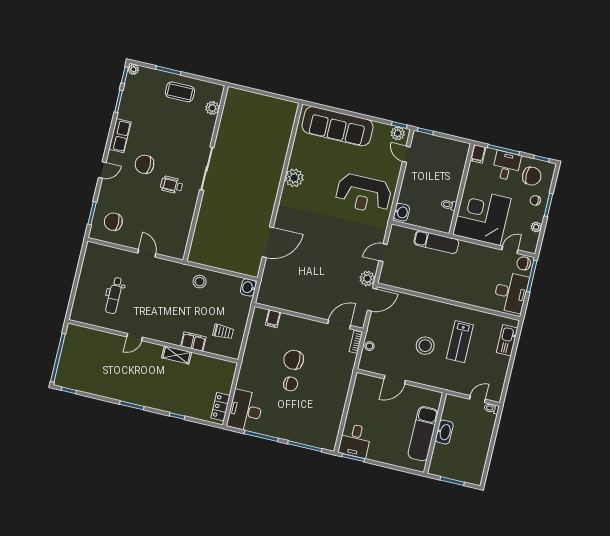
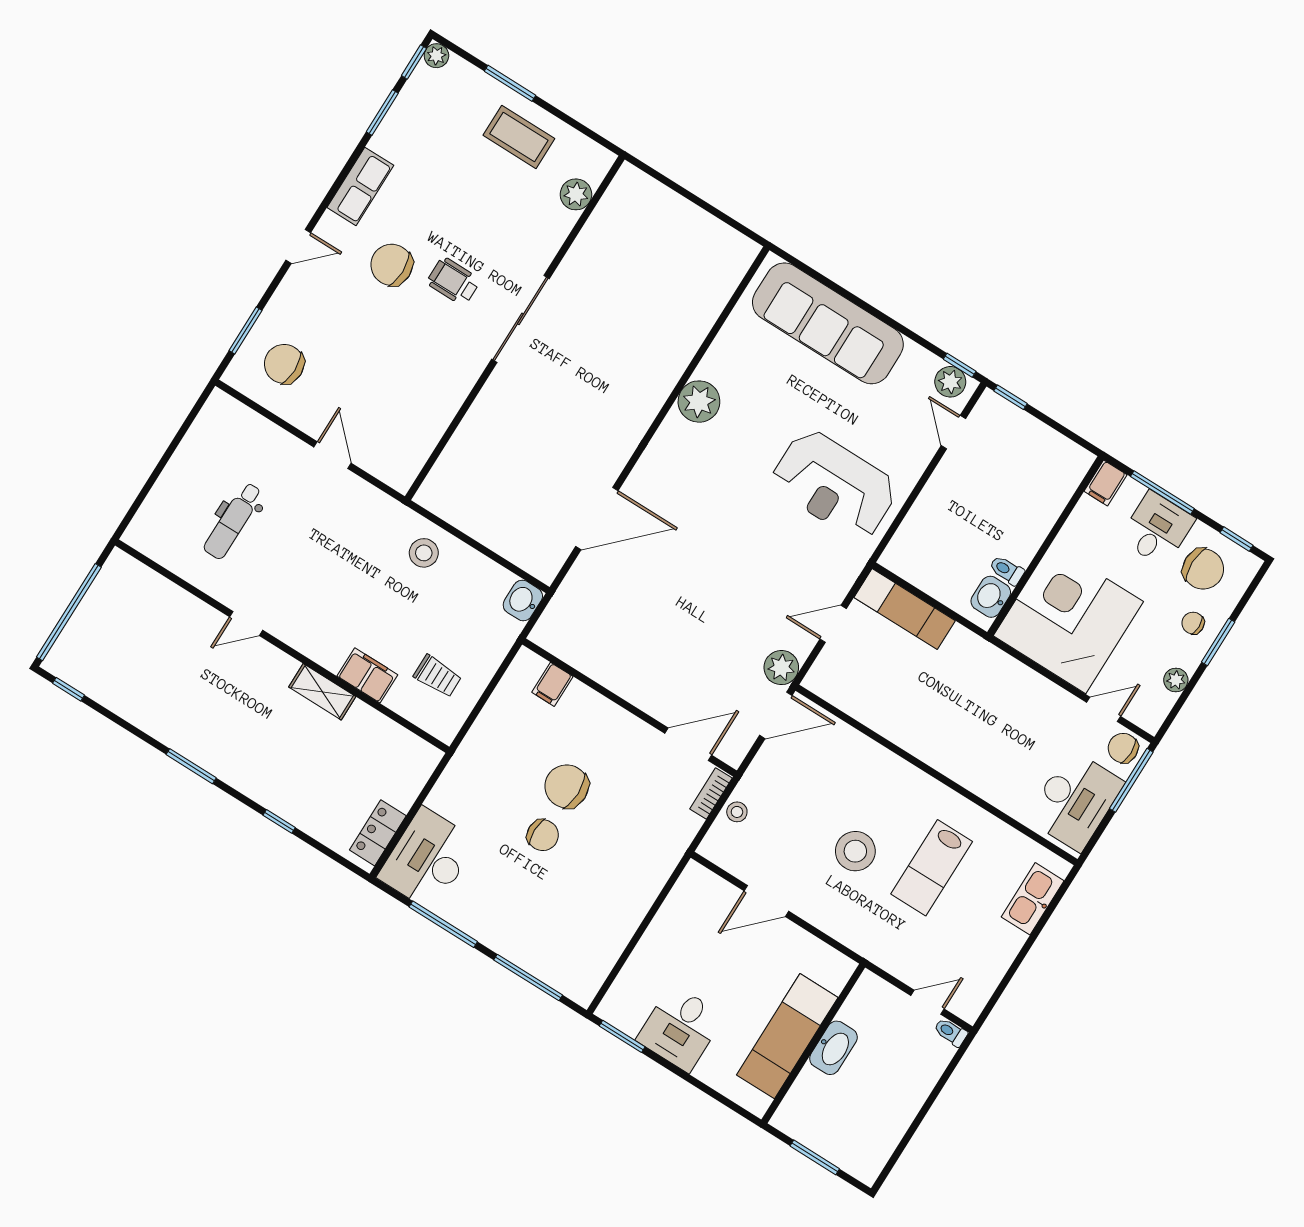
wheelchair: (172, 185) -> (453, 281), moved
washbasin: (401, 212) -> (991, 597), moved, turned 180
exam couch: (436, 242) -> (905, 609), moved
desk: (355, 441) -> (680, 1028), moved

